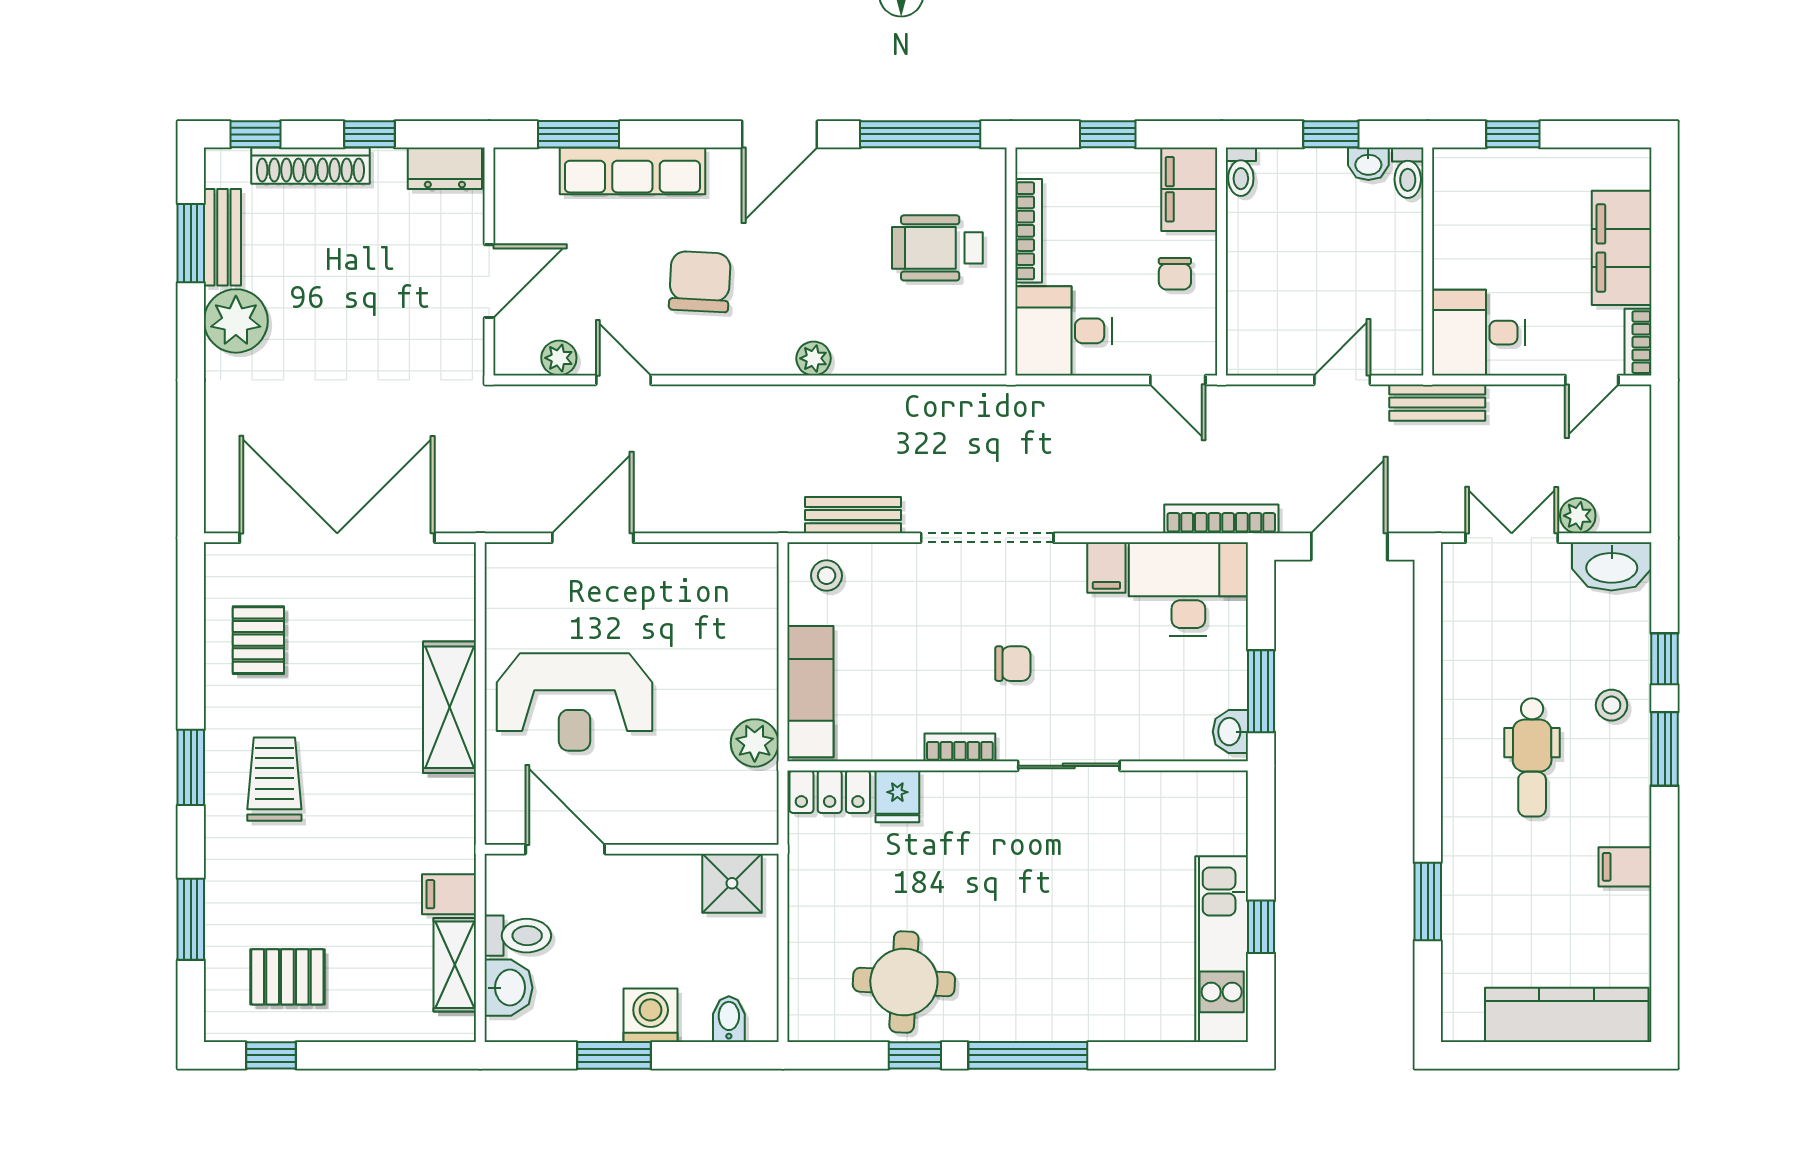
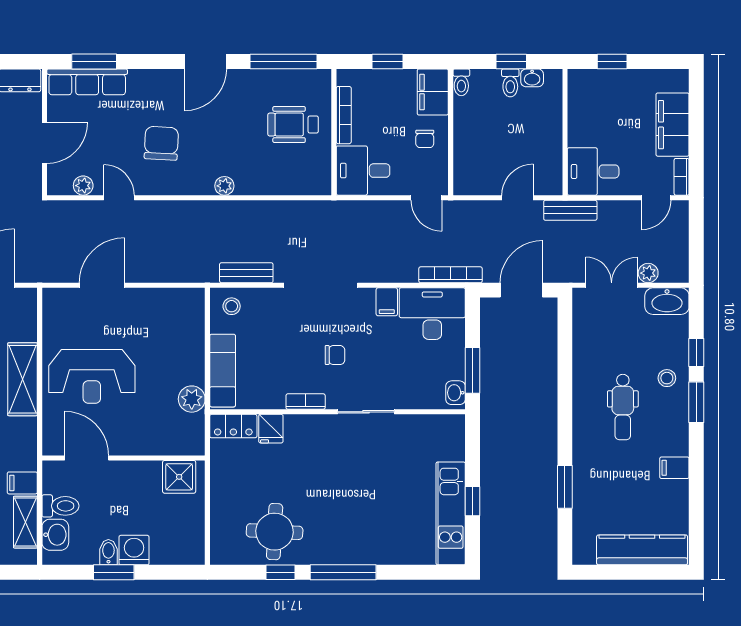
row of seats: (632, 171) -> (87, 82), moved
toilet: (1408, 173) -> (510, 83), moved
bidet: (729, 1019) -> (108, 552), moved

